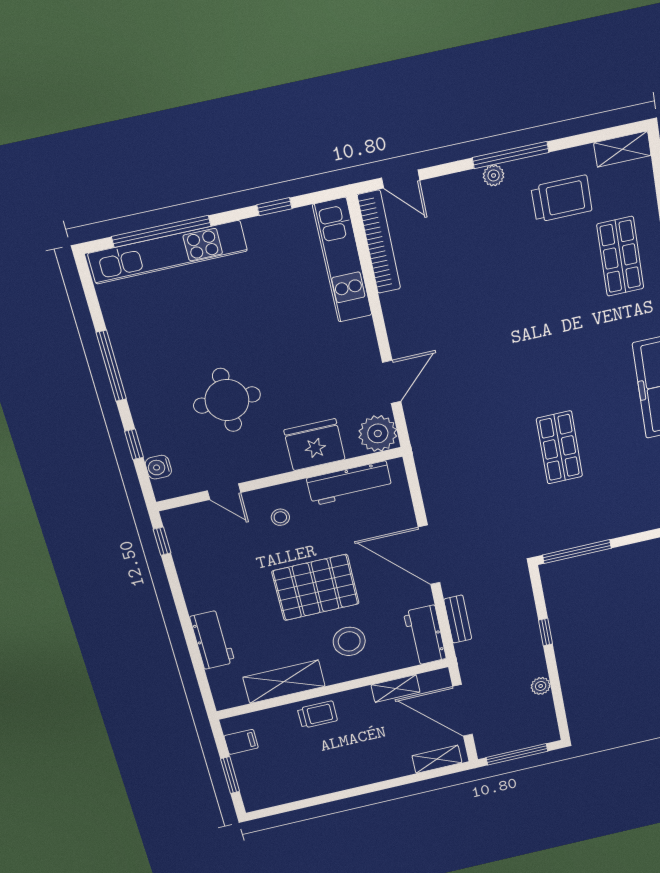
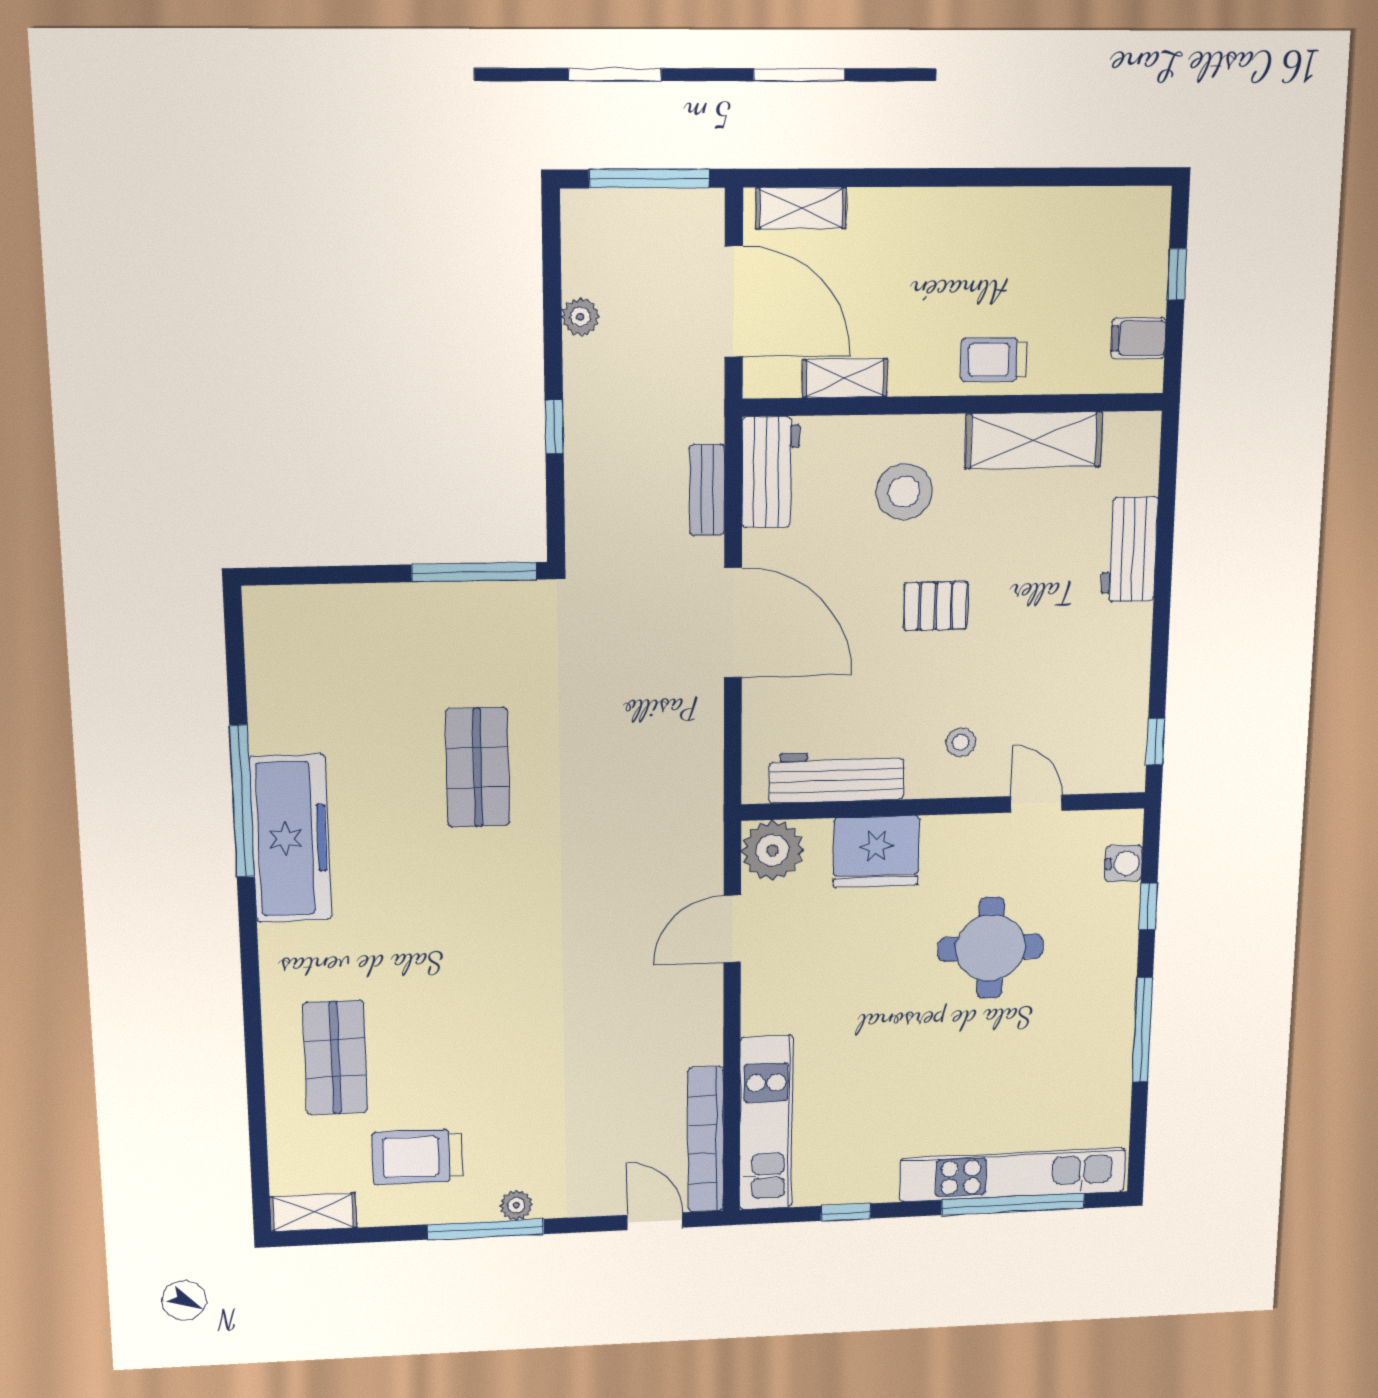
pallet: (316, 587) -> (936, 606), width x0.49, depth x0.50
window: (230, 775) -> (1177, 274), width x0.67

